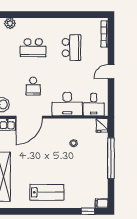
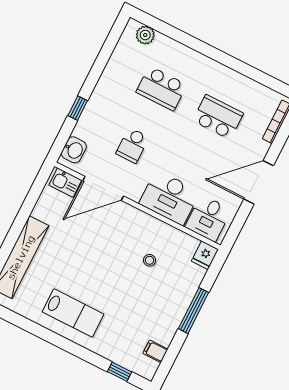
school desk: (71, 48) -> (218, 117), turned -90
door: (111, 72) -> (259, 182), width x1.88
window: (111, 158) -> (194, 311), width x0.68
filing cabinet: (102, 203) -> (155, 351), moved

